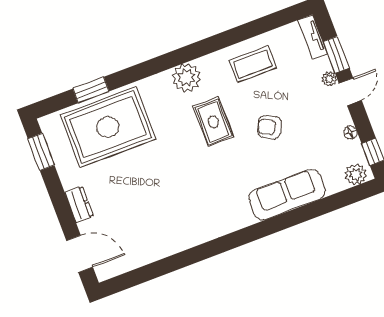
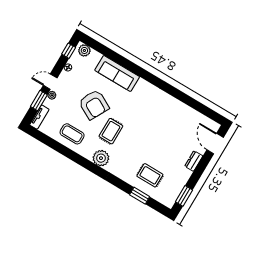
rug: (108, 127) -> (150, 175), width x0.54, depth x0.49
armchair: (270, 127) -> (94, 105), width x1.88, depth x1.88

